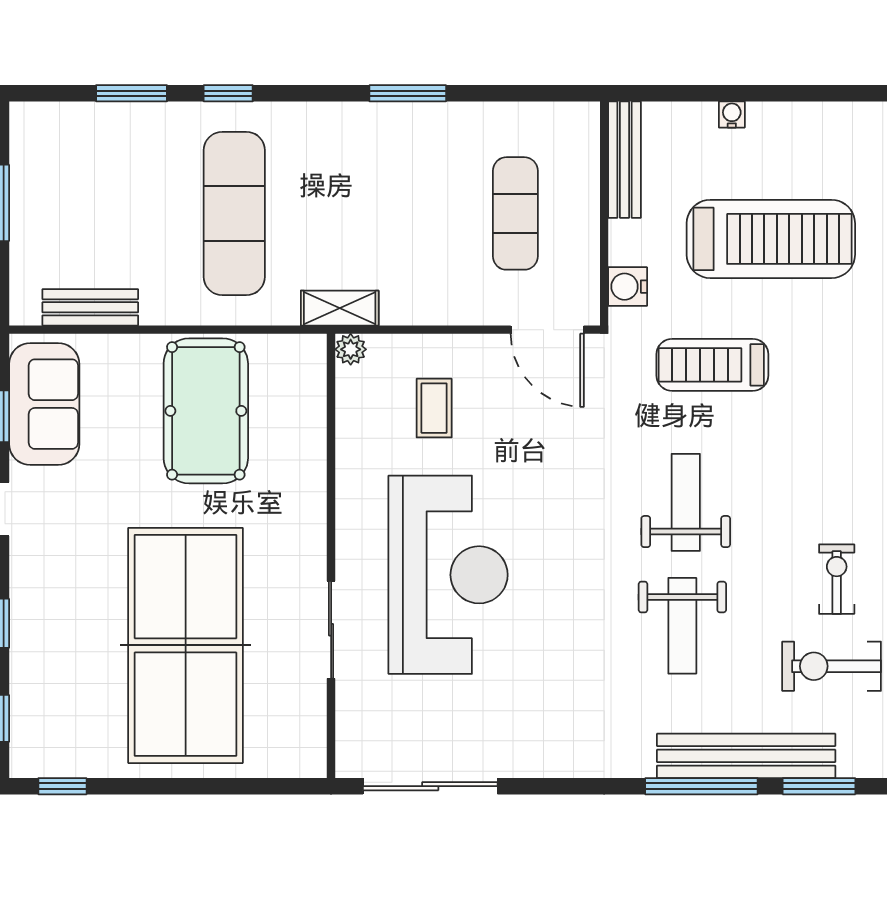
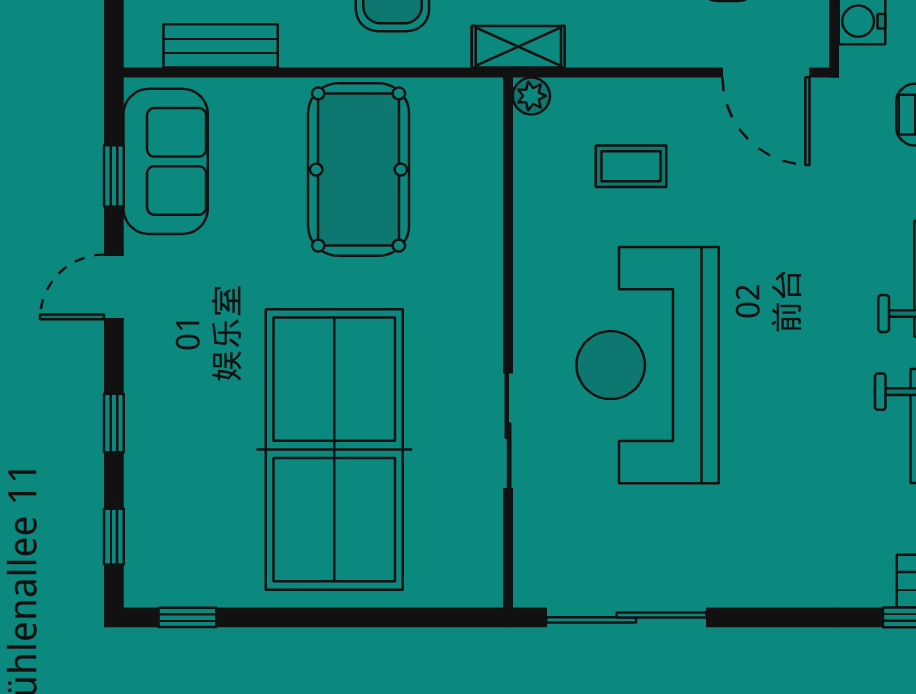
coffee table: (434, 408) -> (631, 166), turned 90
reception desk: (448, 575) -> (648, 365), turned 180

